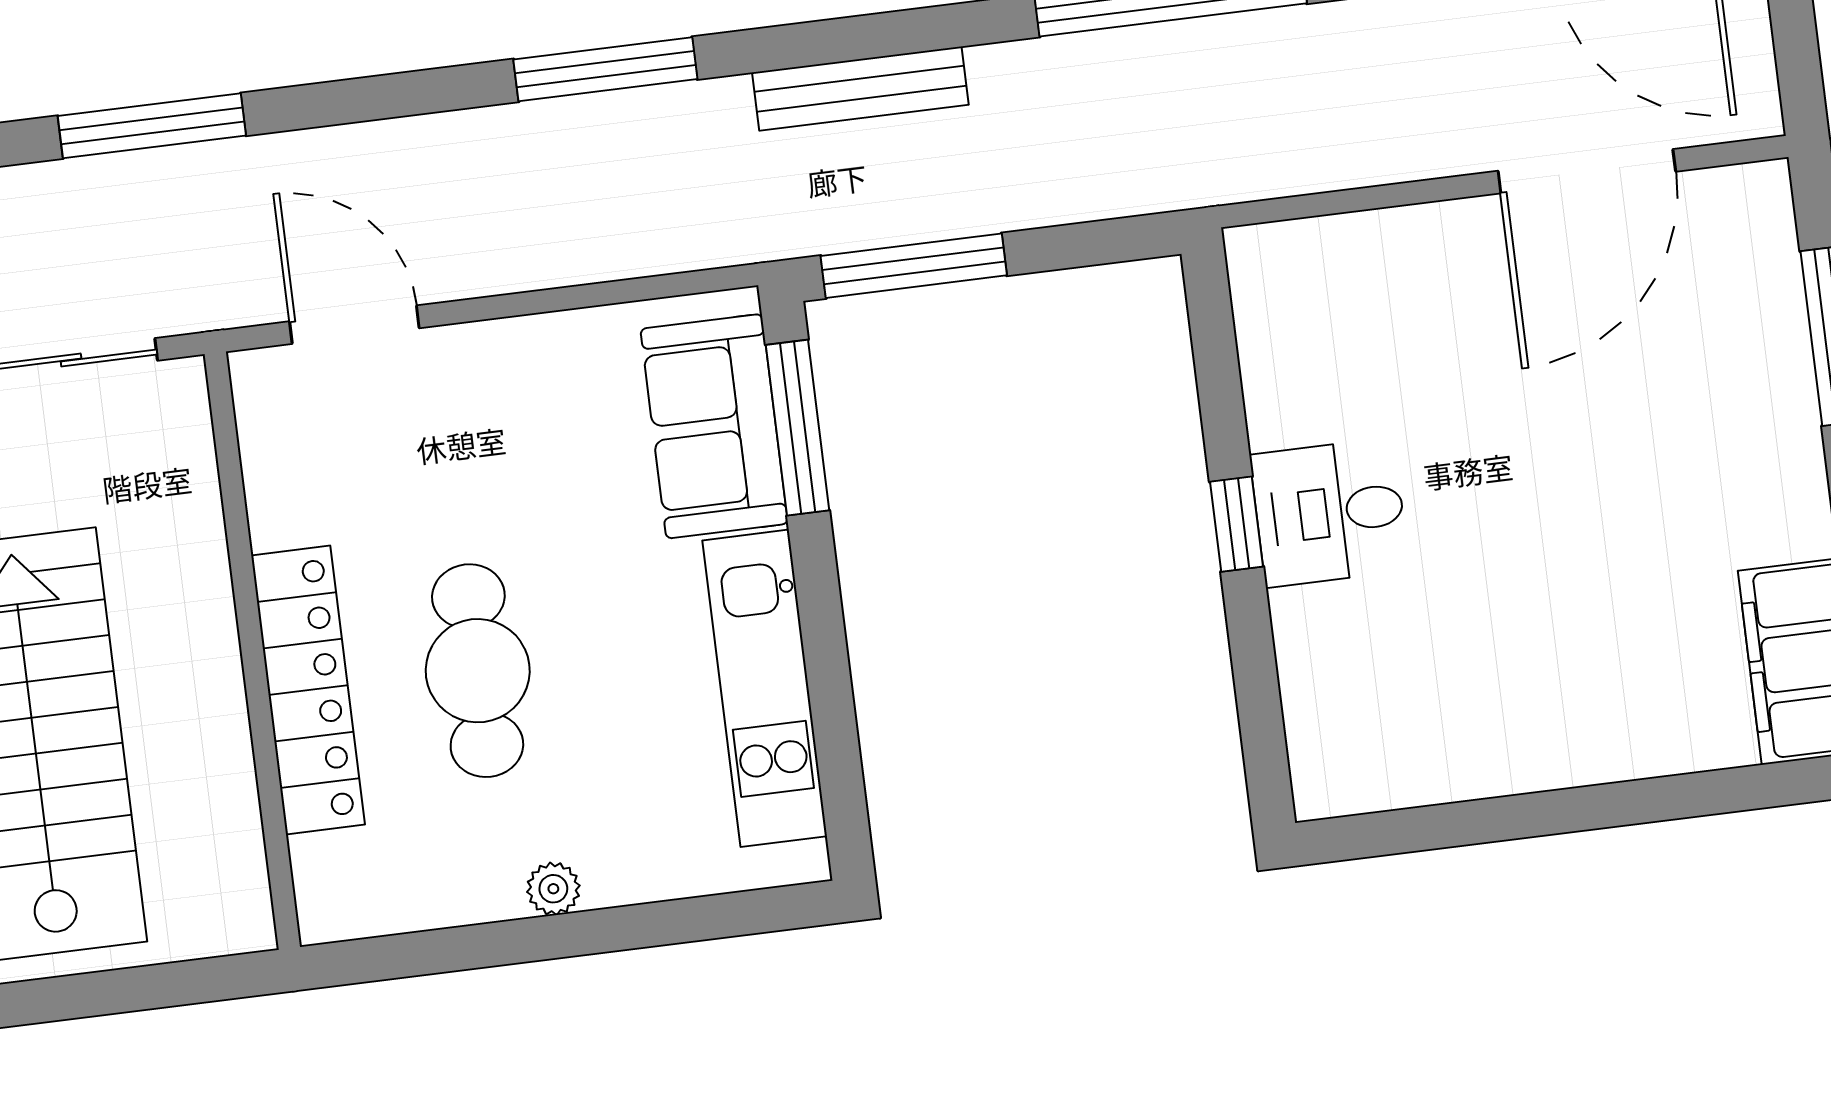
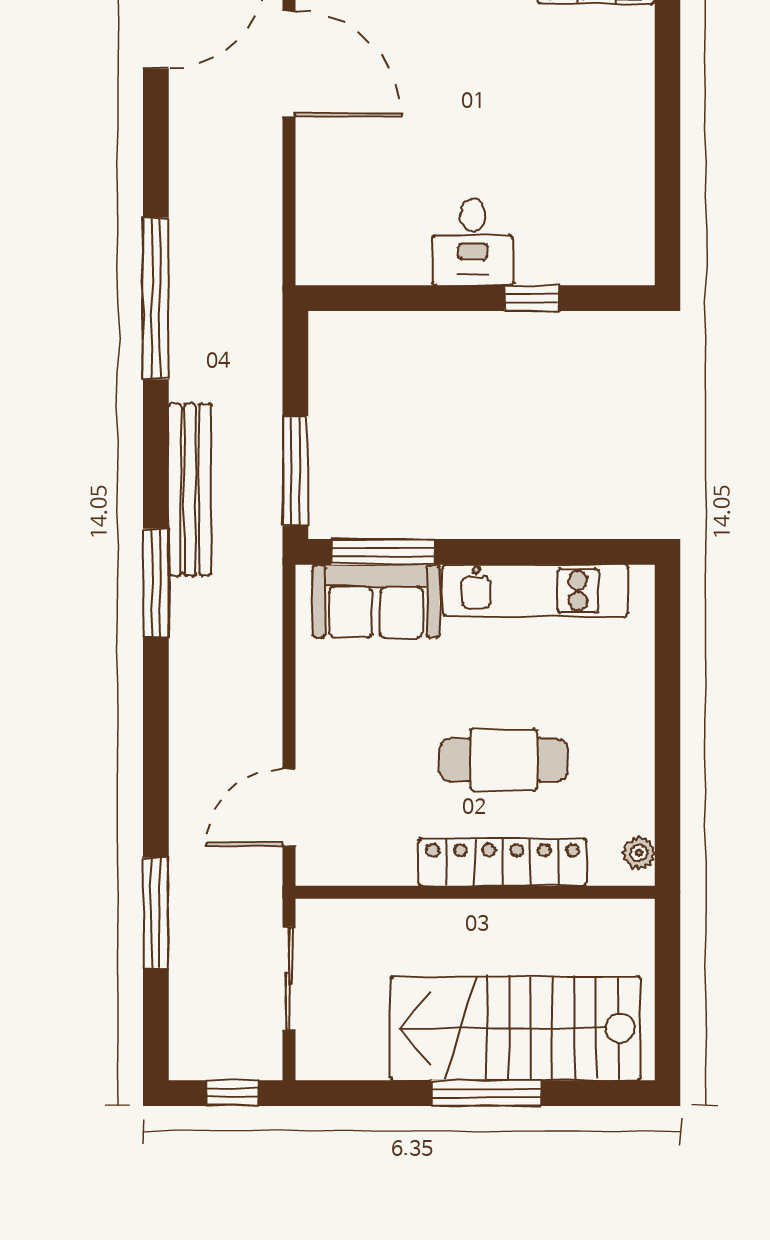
window: (605, 69) -> (156, 583), moved
bench: (860, 89) -> (190, 489), width x1.37, depth x1.21
window: (1236, 524) -> (532, 298), moved
plant: (553, 889) -> (639, 853), moved

